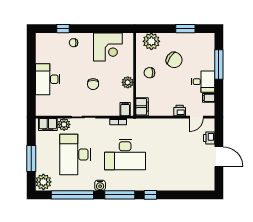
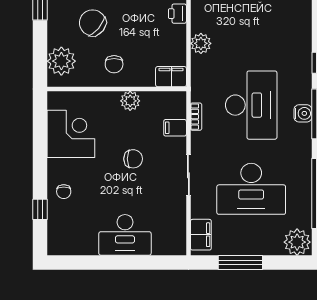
chair: (174, 60) -> (93, 23), turned -84
filing cabinet: (125, 109) -> (175, 128), moved
plant: (64, 124) -> (201, 43), moved
window: (31, 158) -> (240, 262), moved
water cooler: (100, 185) -> (303, 113), moved

